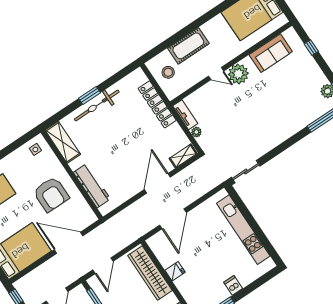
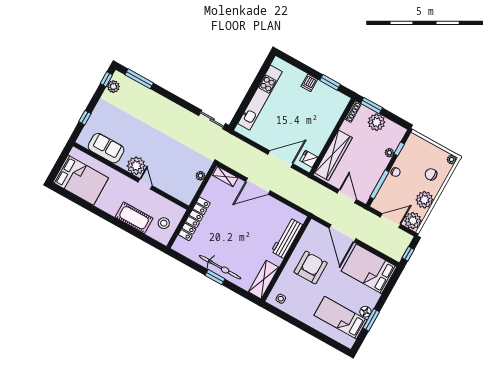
tv unit: (185, 115) -> (191, 192), removed
door: (103, 266) -> (347, 196), hinge flipped
fridge: (175, 271) -> (309, 159), moved

